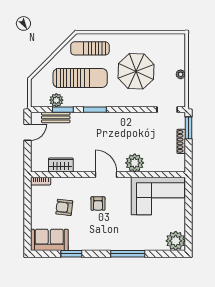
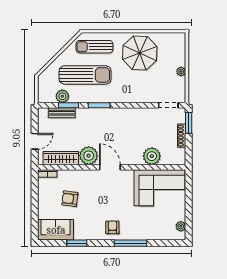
parasol: (136, 71) -> (140, 53), moved
door: (27, 132) -> (35, 141), moved
plant: (84, 162) -> (89, 156), added
plant: (135, 163) -> (152, 156), moved
wardrobe: (61, 165) -> (61, 158), width x1.50
armchair: (98, 204) -> (112, 227), moved, turned 180
plant: (176, 241) -> (181, 226), width x0.53, depth x0.53

